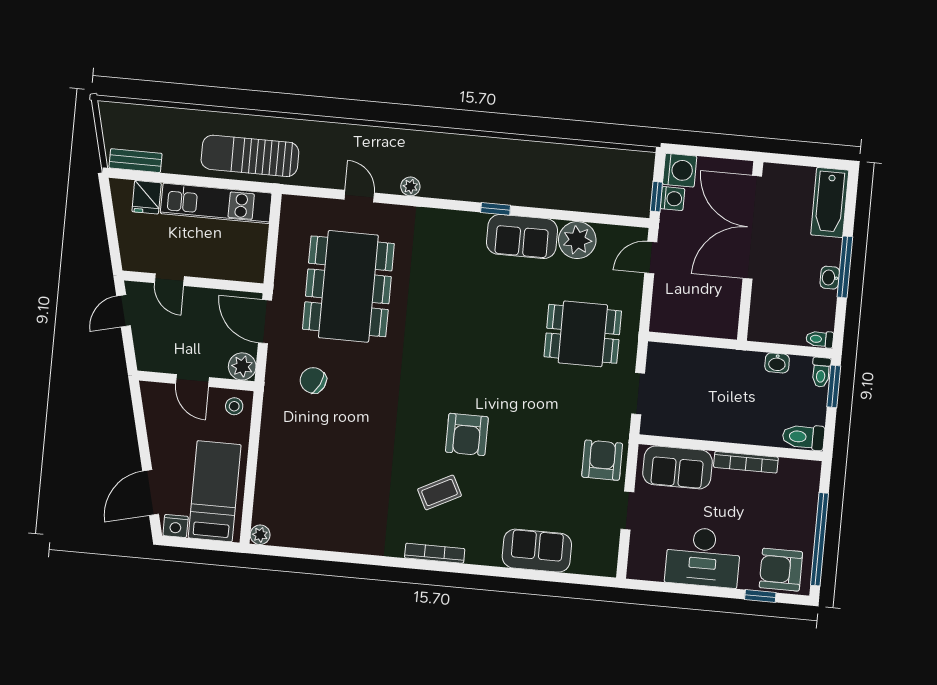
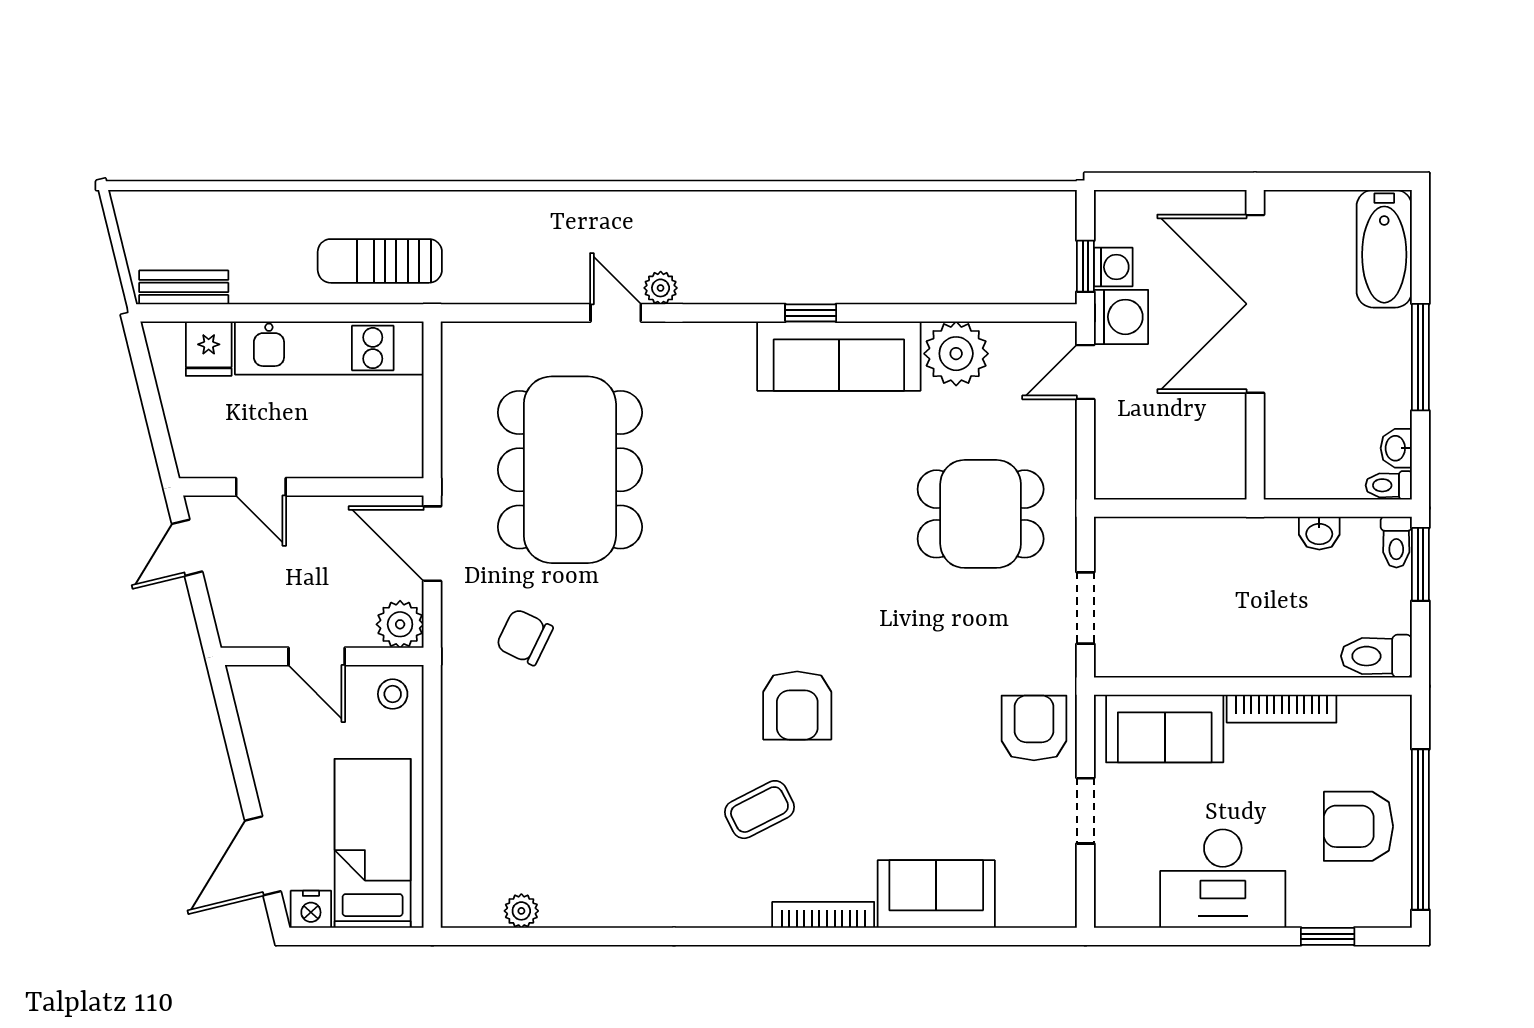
sun lounger: (250, 156) -> (380, 261), width x0.73, depth x0.75
washing machine: (680, 170) -> (1121, 317), moved
door: (359, 196) -> (616, 313), moved
sofa: (522, 236) -> (839, 356), width x1.36
washbasin: (830, 278) -> (1396, 448), moved
plant: (260, 535) -> (521, 911), moved
bookcase: (435, 553) -> (823, 915), moved
armchair: (781, 570) -> (1358, 826), moved

